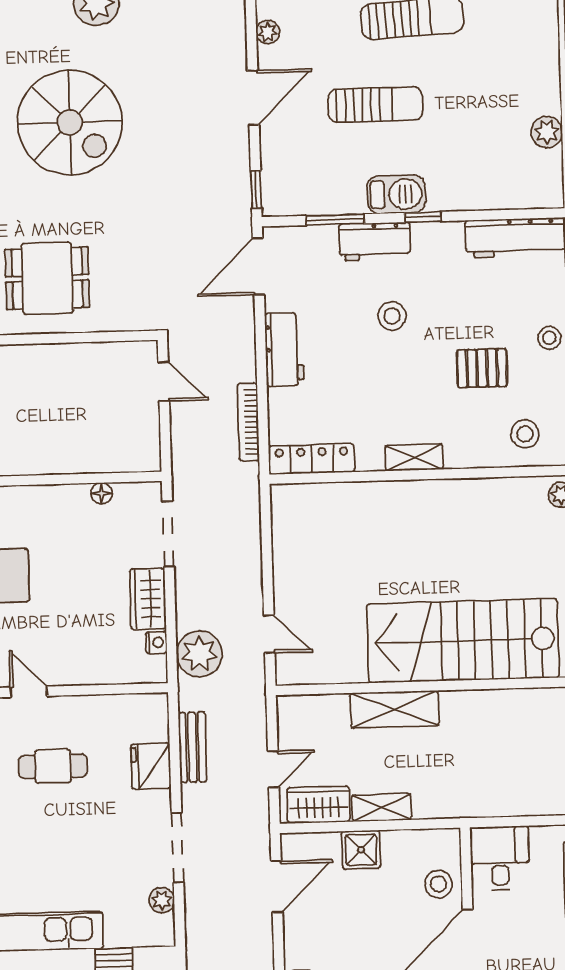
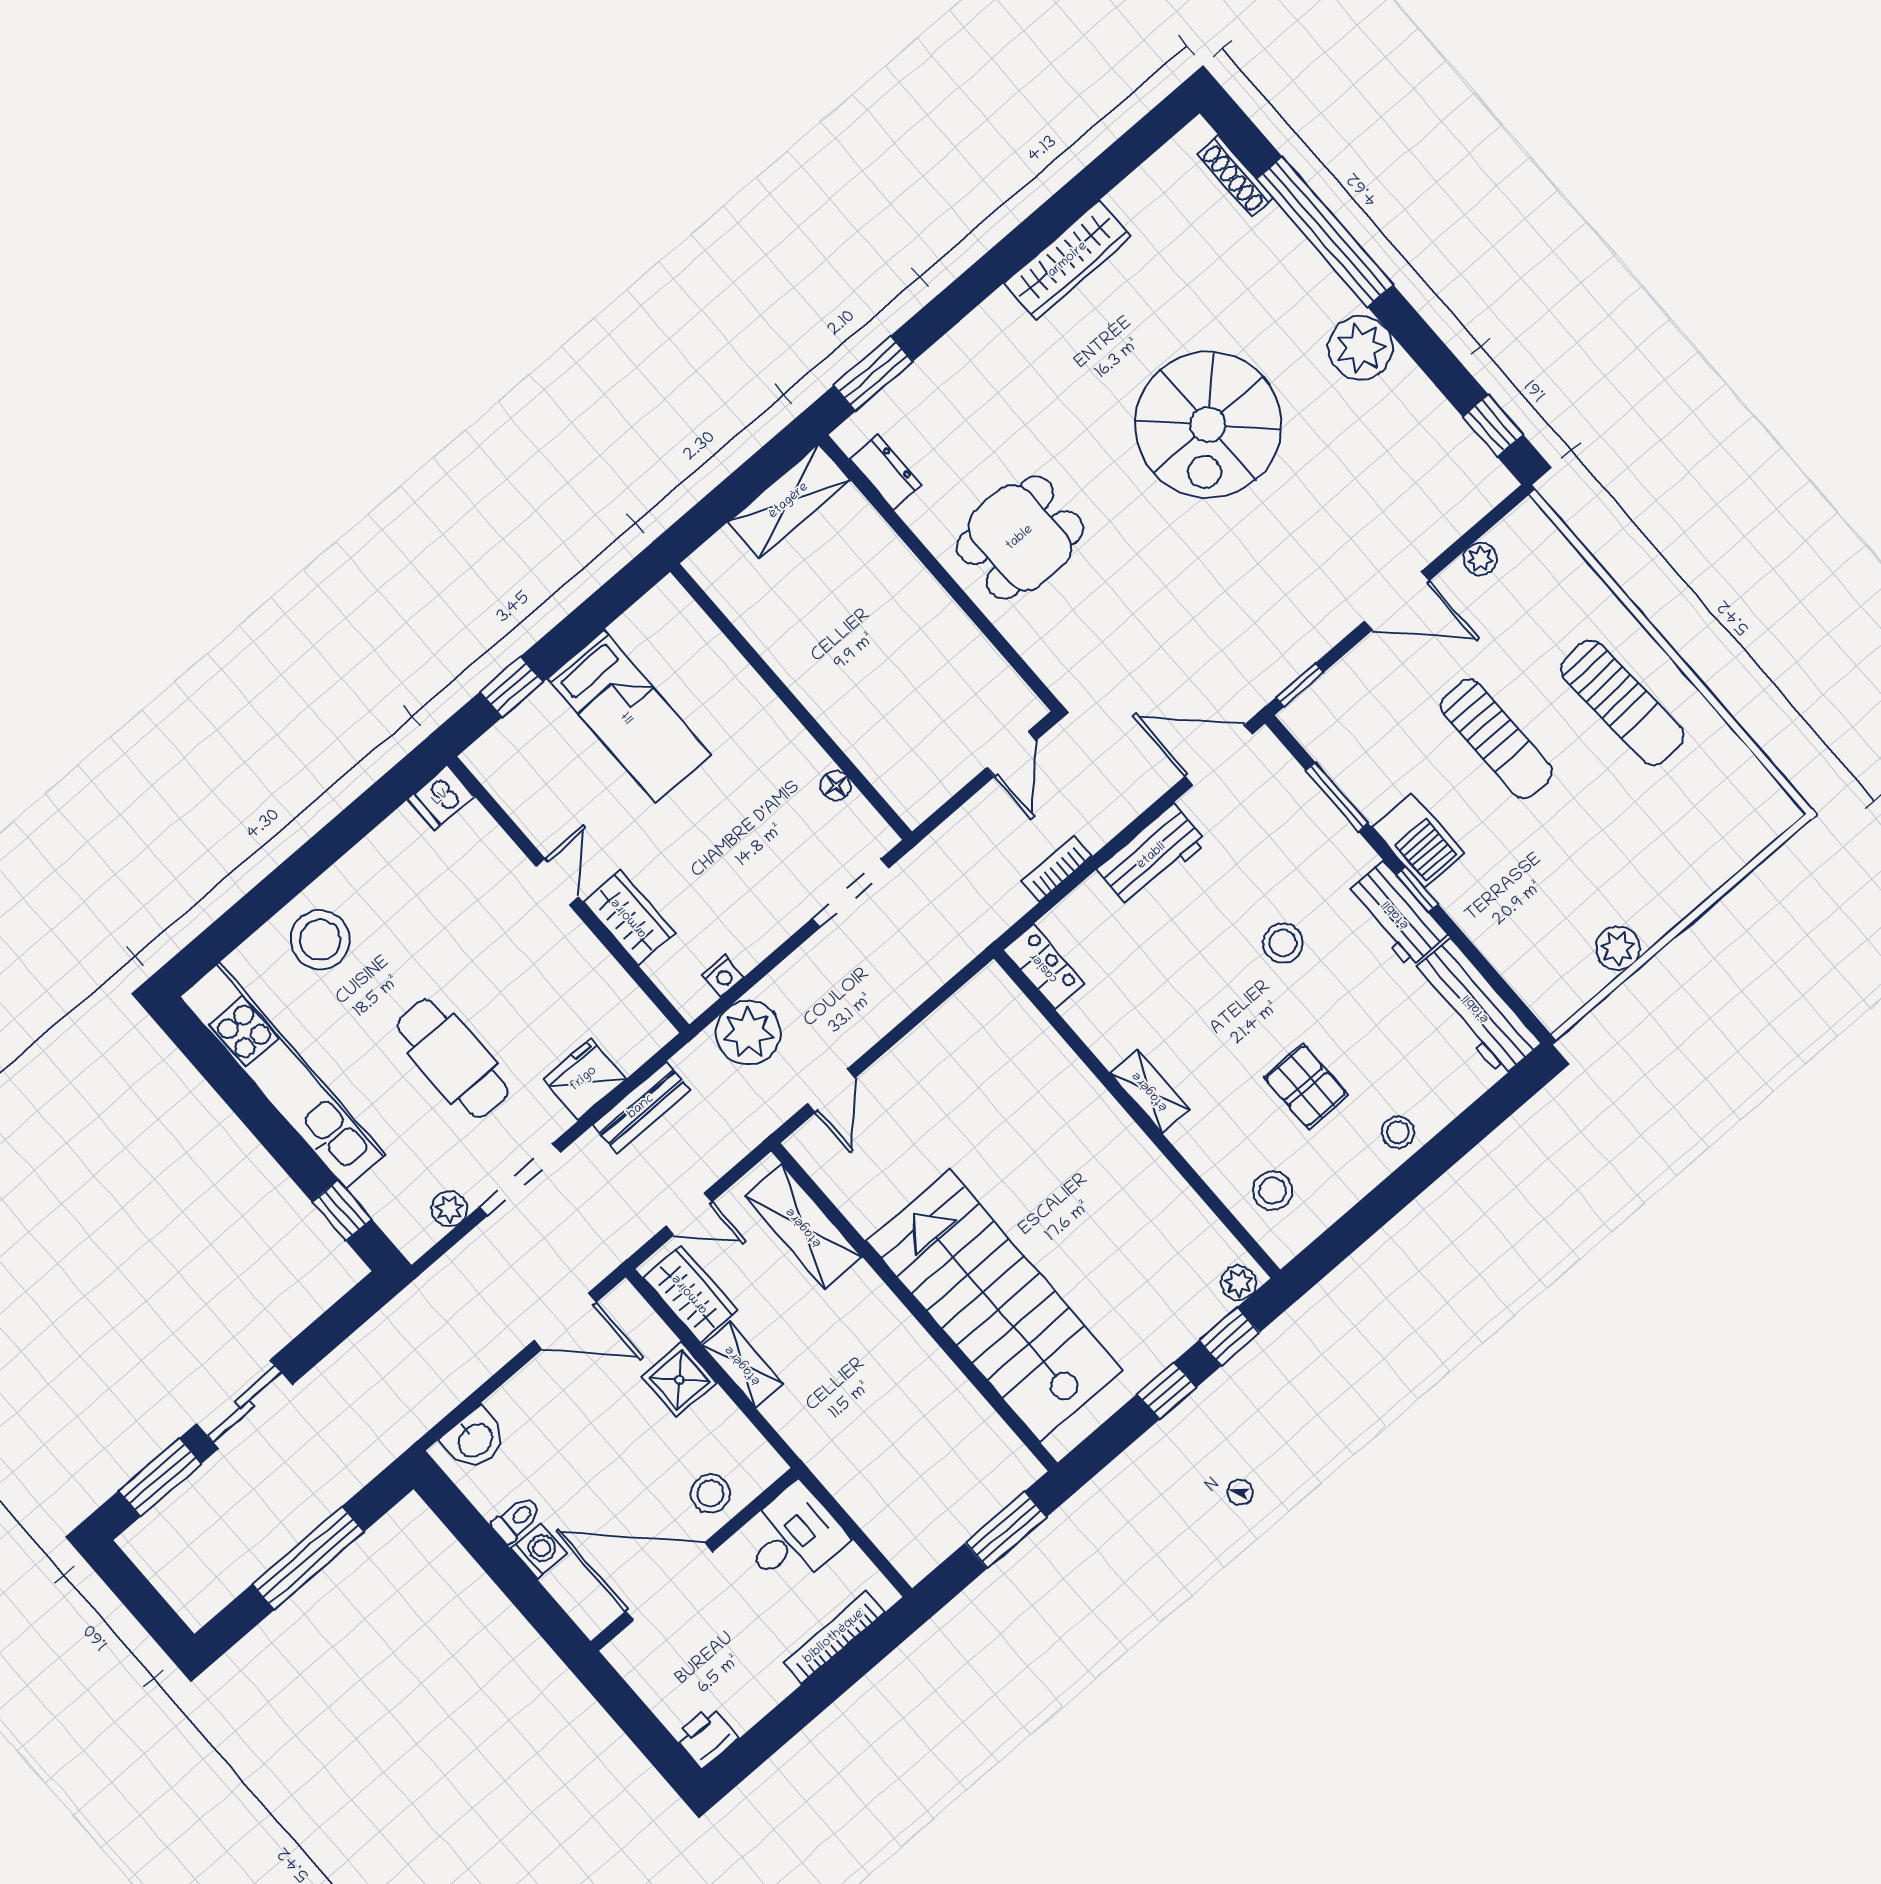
workbench: (375, 241) -> (1396, 914), moved
dining table: (47, 278) -> (1020, 538), turned 90
bookcase: (248, 422) -> (1057, 868), width x0.64
locker: (312, 459) -> (1044, 967), width x0.66
wardrobe: (148, 599) -> (629, 918), moved, turned 90
shelving: (395, 709) -> (804, 1227), moved
cafe table: (53, 766) -> (453, 1059), moved, width x1.37, depth x1.35

